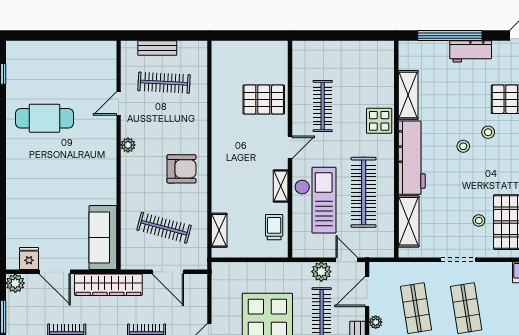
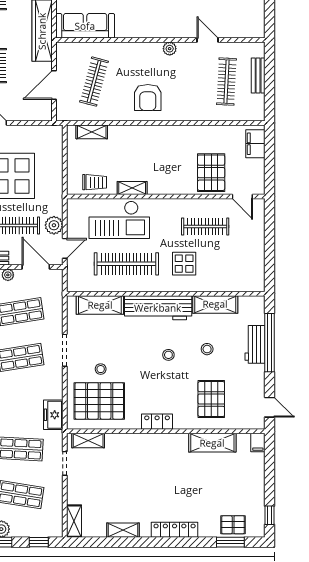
filing cabinet: (232, 51) -> (255, 144), added
workbench: (471, 51) -> (255, 344), moved
display table: (379, 121) -> (184, 264), moved
stool: (488, 132) -> (207, 349), moved
door: (290, 147) -> (242, 197), moved

